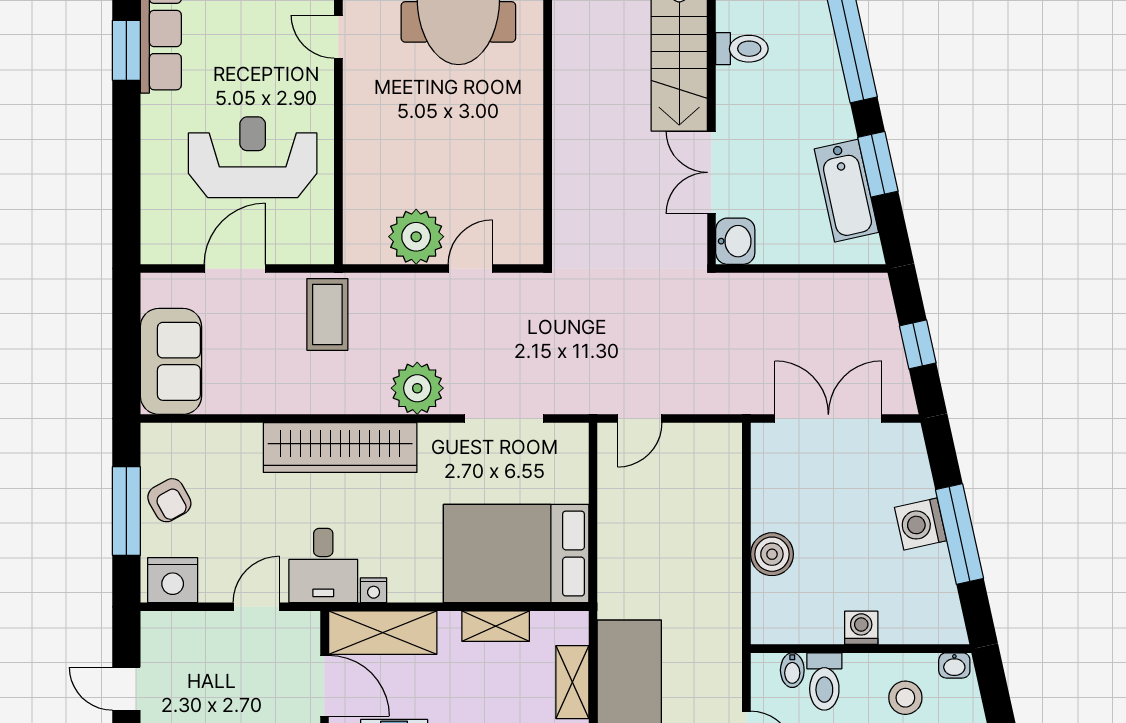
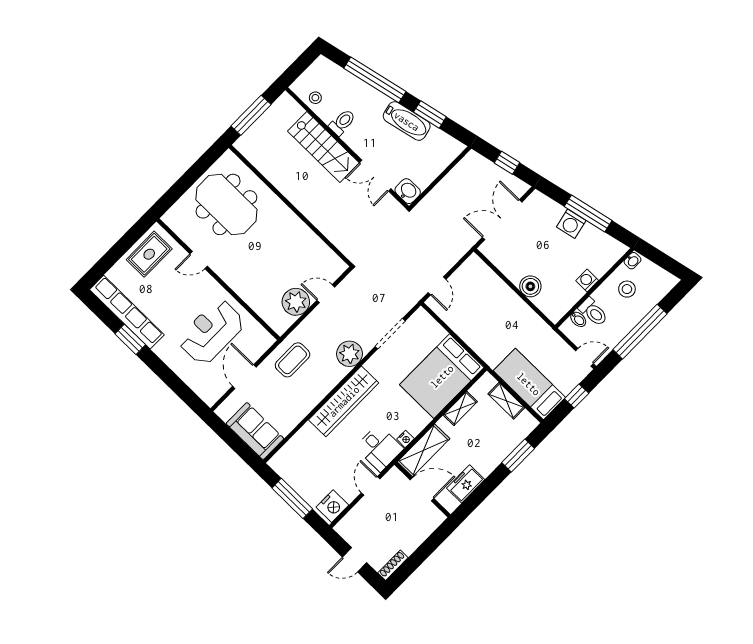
bathtub: (846, 191) -> (407, 121), moved
door: (470, 269) -> (326, 294), hinge flipped
coffee table: (327, 314) -> (293, 360), turned 90
armchair: (169, 500) -> (303, 480), removed

